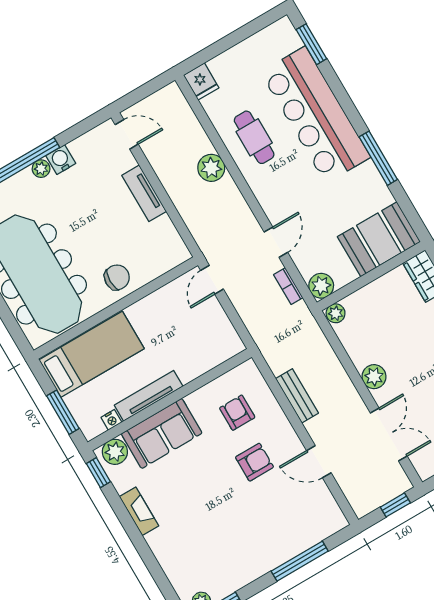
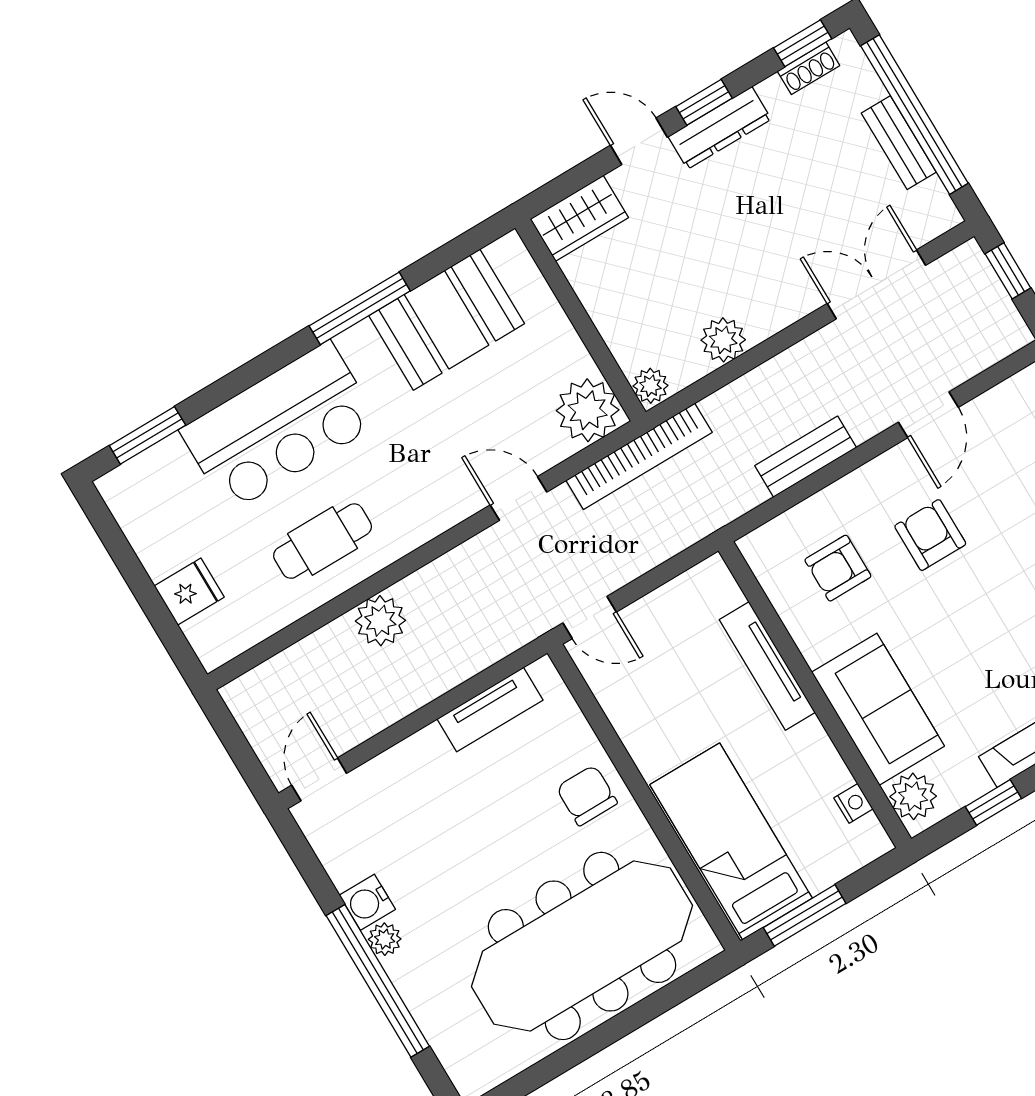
fridge: (201, 81) -> (189, 592), moved
bar counter: (315, 115) -> (279, 427), width x0.73
tv unit: (144, 193) -> (490, 710), moved
booth: (379, 239) -> (447, 320), moved, turned 90
bookcase: (288, 286) -> (639, 456), width x2.31, depth x1.31
plant: (321, 286) -> (588, 410), width x1.36, depth x1.36
plant: (374, 377) -> (723, 340), moved
tv unit: (149, 396) -> (767, 666), moved
window: (63, 412) -> (805, 915), moved
window: (98, 473) -> (993, 802), moved

